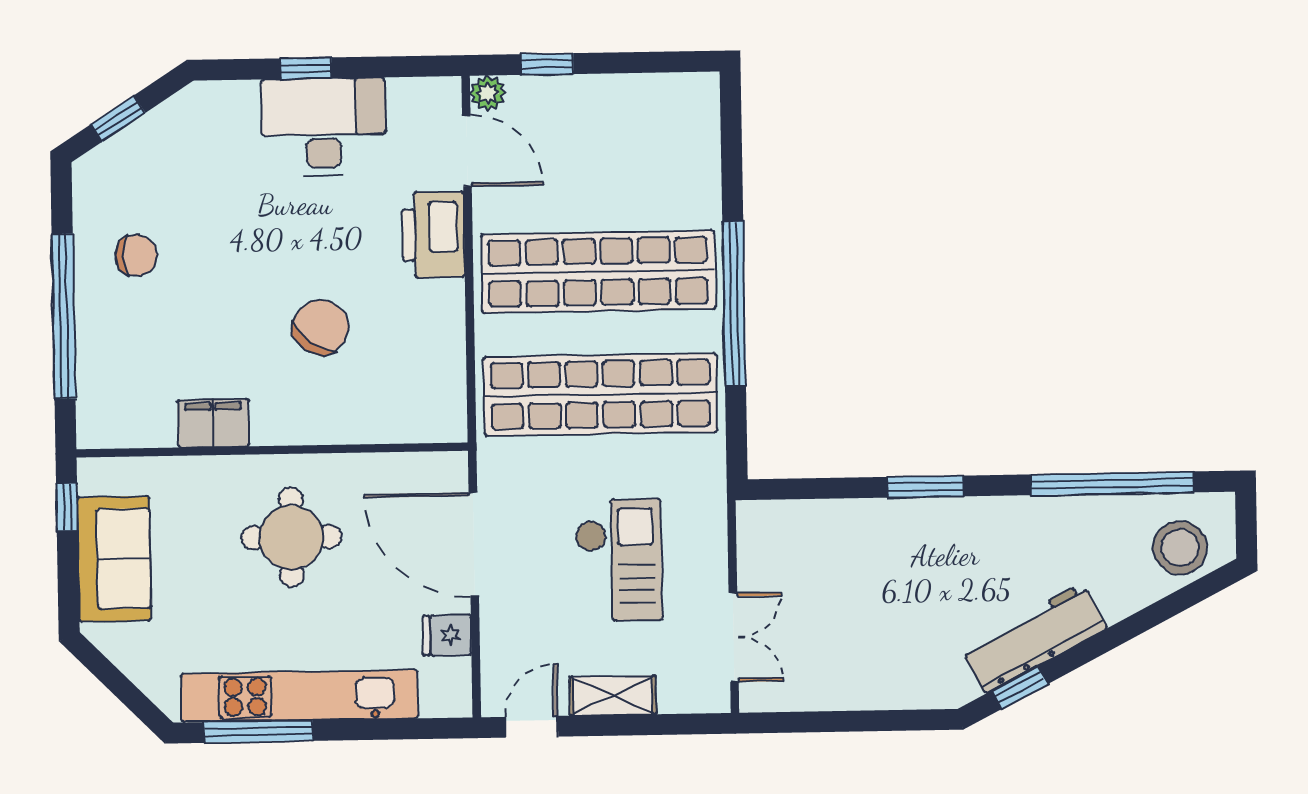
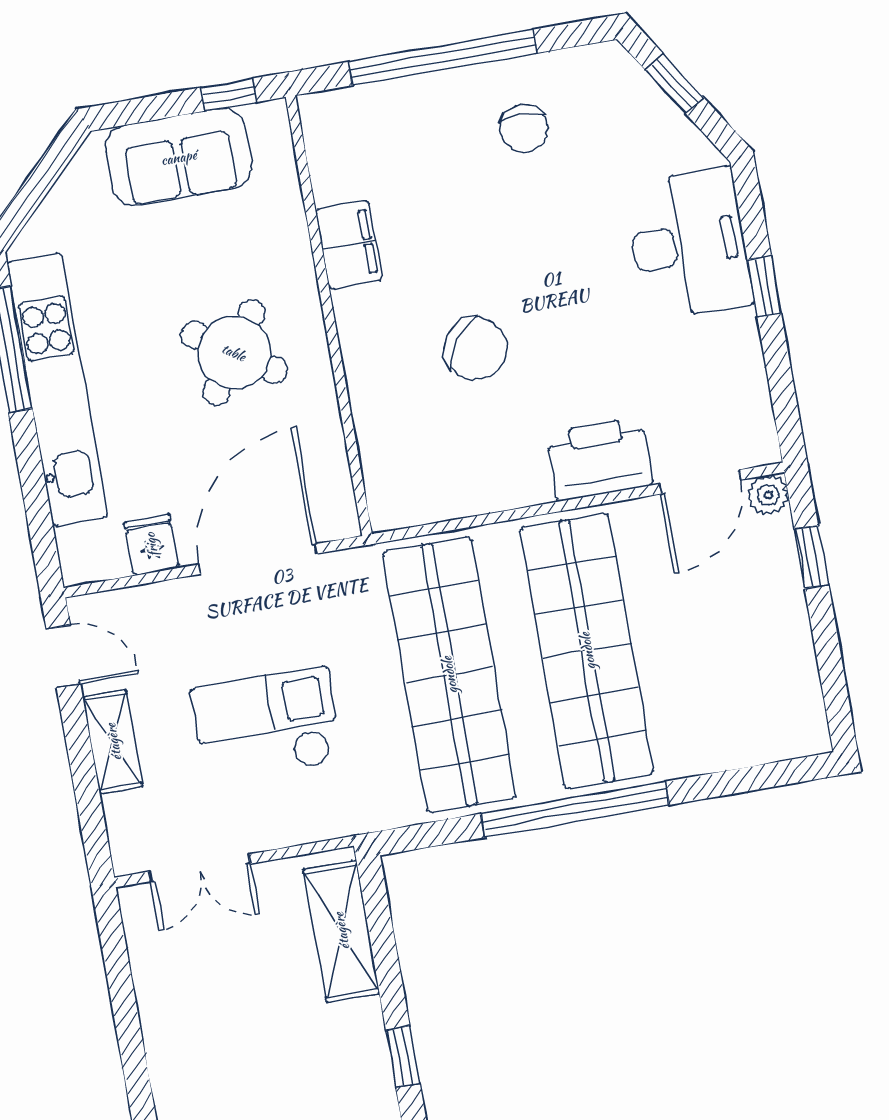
desk: (323, 127) -> (689, 244), moved
window: (925, 487) -> (403, 1057), width x0.67
shelving: (808, 523) -> (341, 931), added
round table: (291, 537) -> (234, 352), turned 34
checkout: (619, 560) -> (266, 725), turned 180

